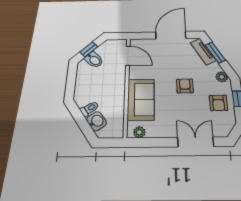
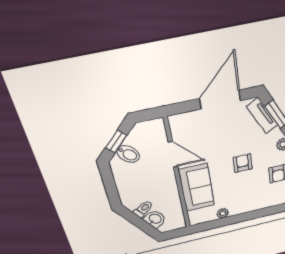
door: (128, 56) -> (173, 154), moved
plant: (139, 132) -> (223, 213), moved
double door: (196, 142) -> (256, 214), removed

